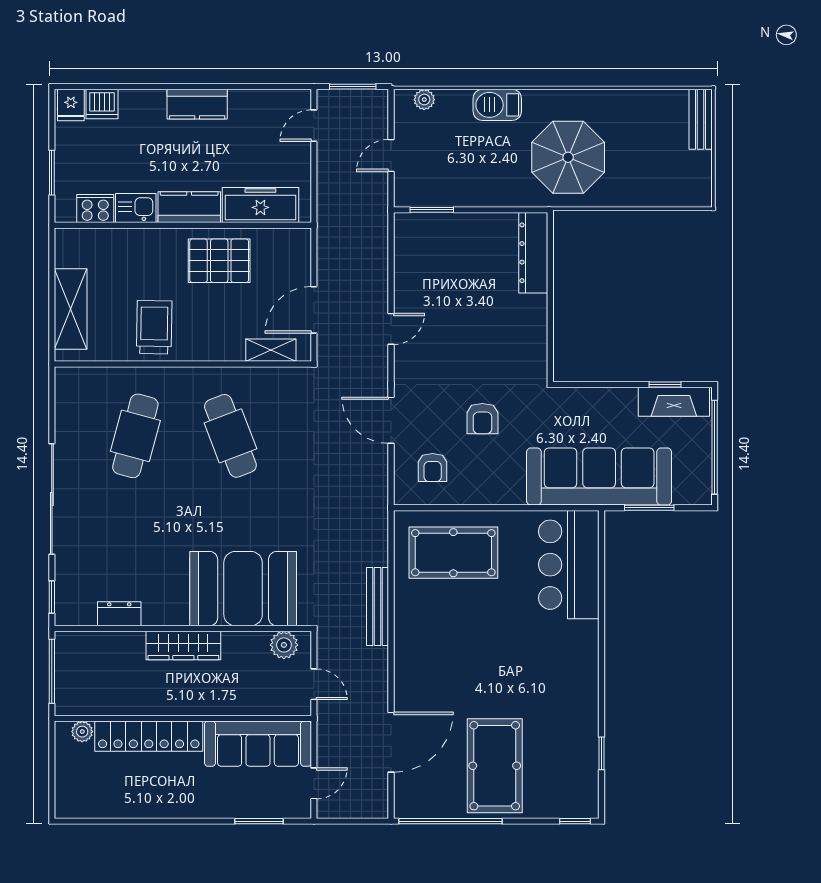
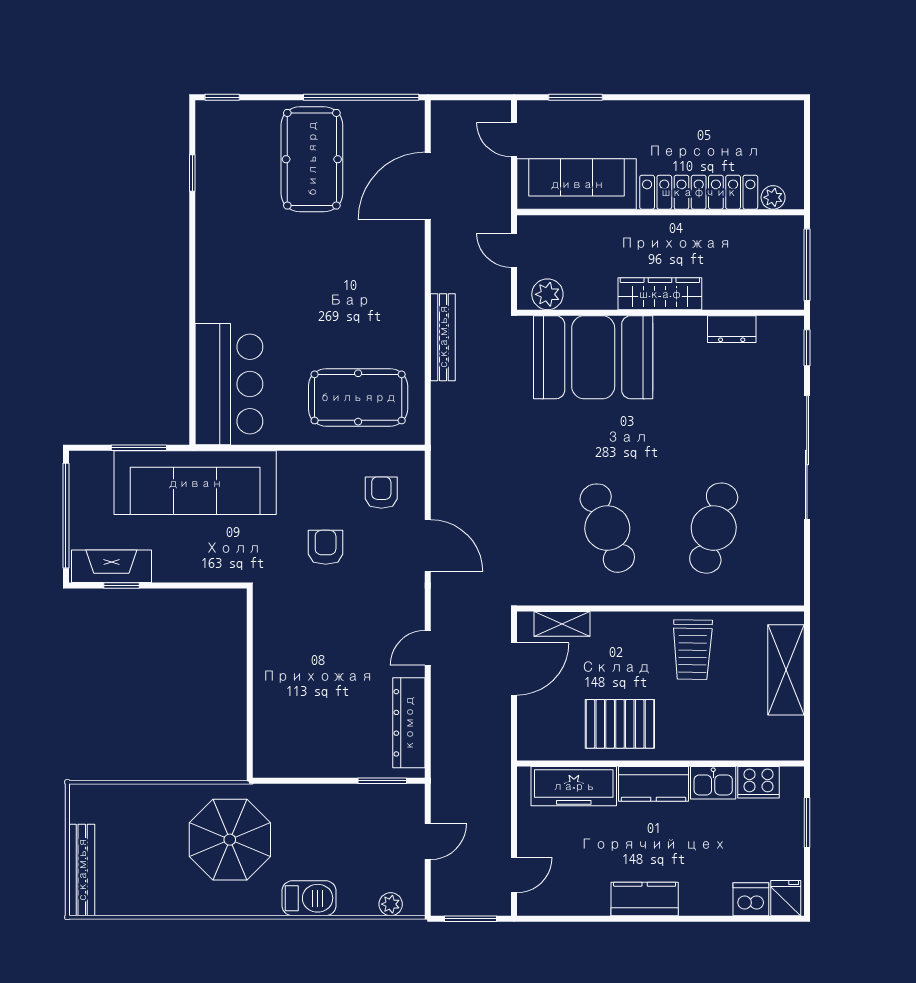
bench: (701, 119) -> (82, 870), width x1.36
dresser: (533, 253) -> (409, 723), moved, turned 180
door: (314, 783) -> (514, 140), hinge flipped

